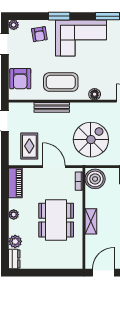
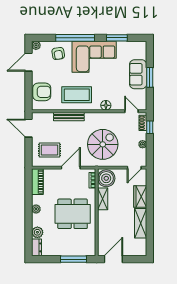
window: (59, 16) -> (75, 38), width x2.11
armchair: (20, 79) -> (42, 92), turned -90
rug: (29, 146) -> (50, 150), turned 90
door: (54, 167) -> (71, 168), hinge flipped
dining table: (56, 220) -> (73, 214), turned 90
shelving: (91, 221) -> (103, 199), moved
window: (57, 273) -> (74, 259), added

